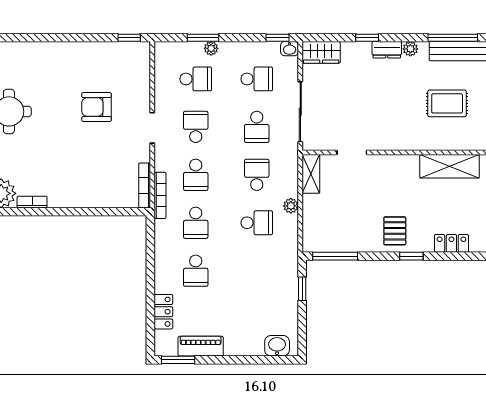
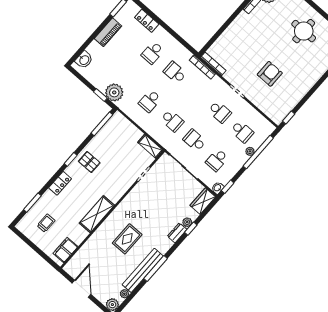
window: (203, 38) -> (258, 152), width x2.11
plant: (410, 49) -> (187, 222), moved
school desk: (196, 79) -> (242, 132), turned -90
school desk: (196, 175) -> (197, 92), removed
plant: (291, 206) -> (114, 92), moved, width x1.87, depth x1.87
school desk: (196, 271) -> (153, 53), turned -90
piano: (201, 346) -> (108, 32), moved

